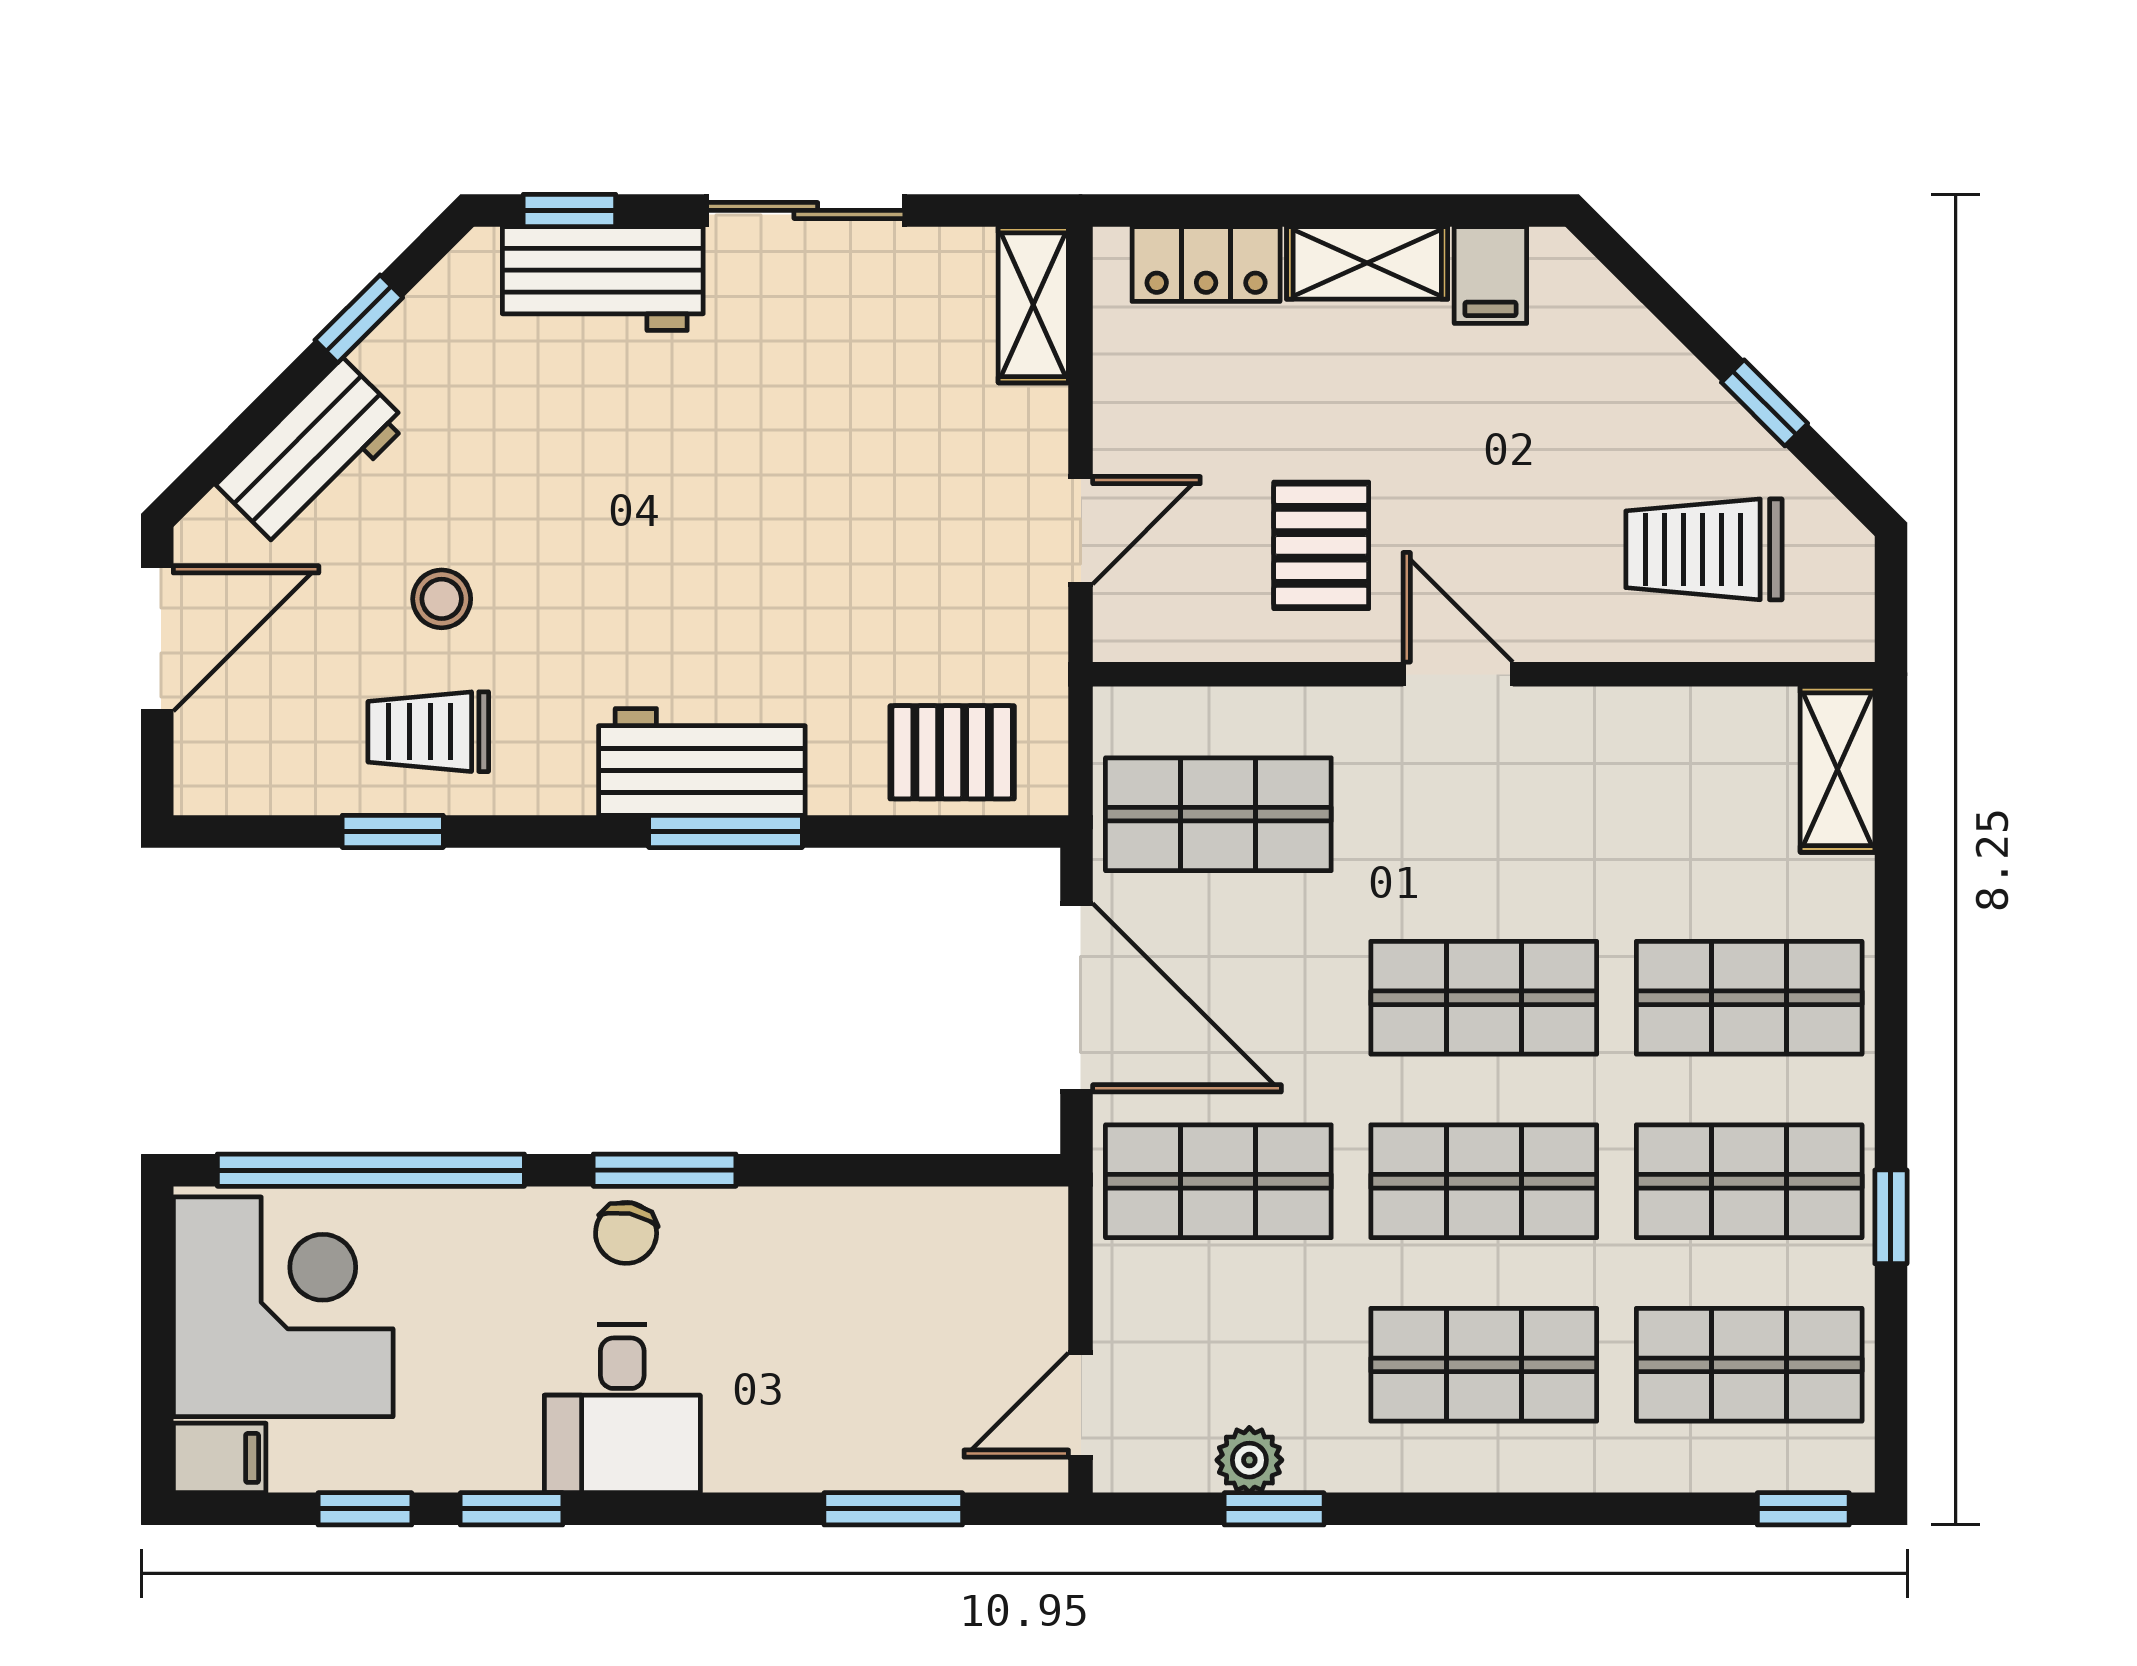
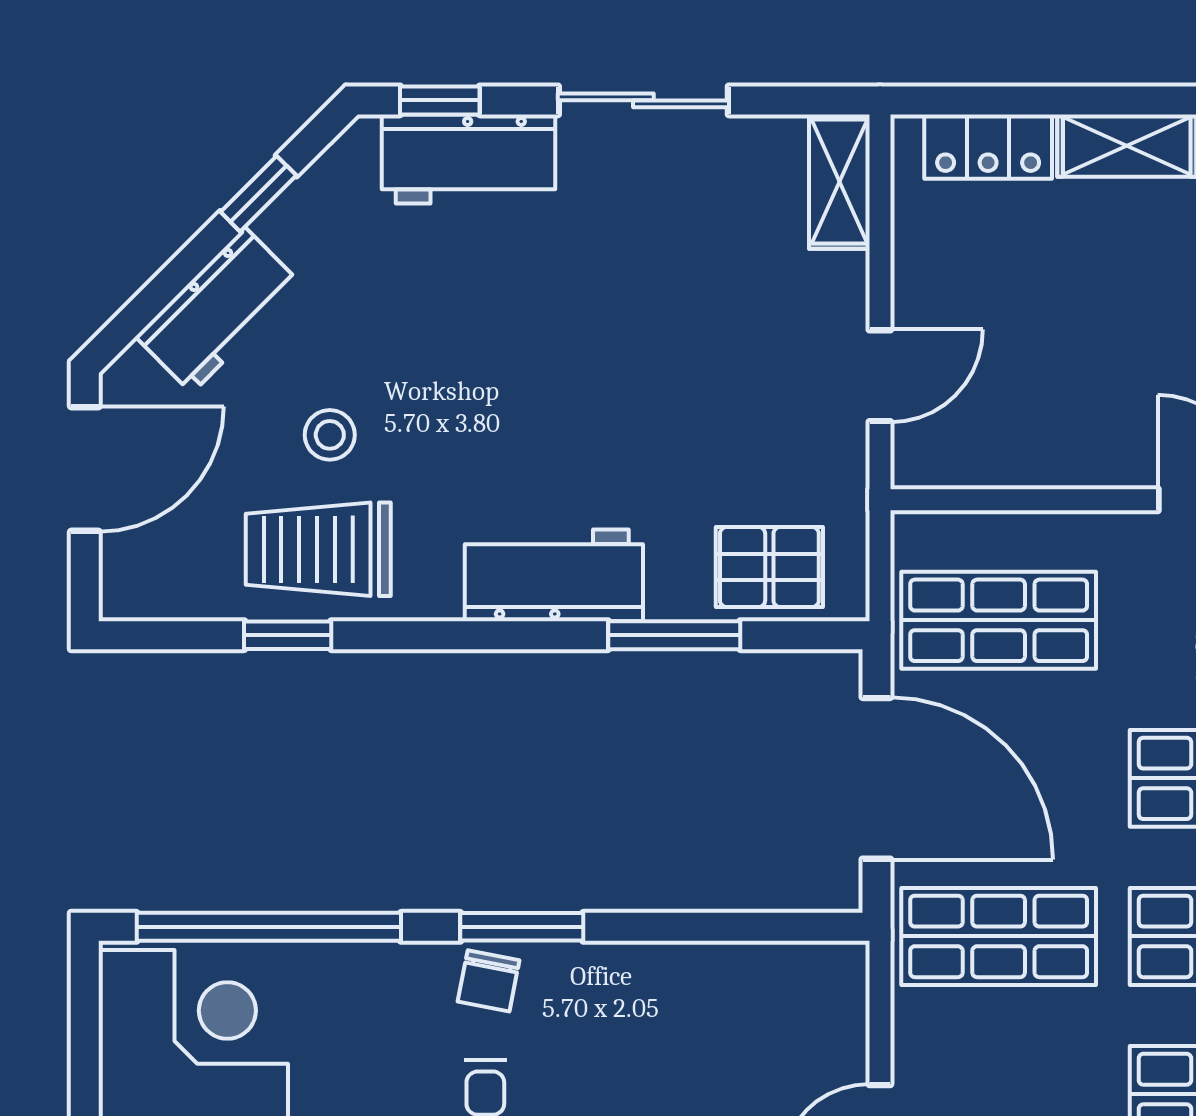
pallet: (1321, 545) -> (1087, 389), removed
trolley: (428, 732) -> (318, 549), width x1.36, depth x1.39
window: (726, 831) -> (674, 635), moved

